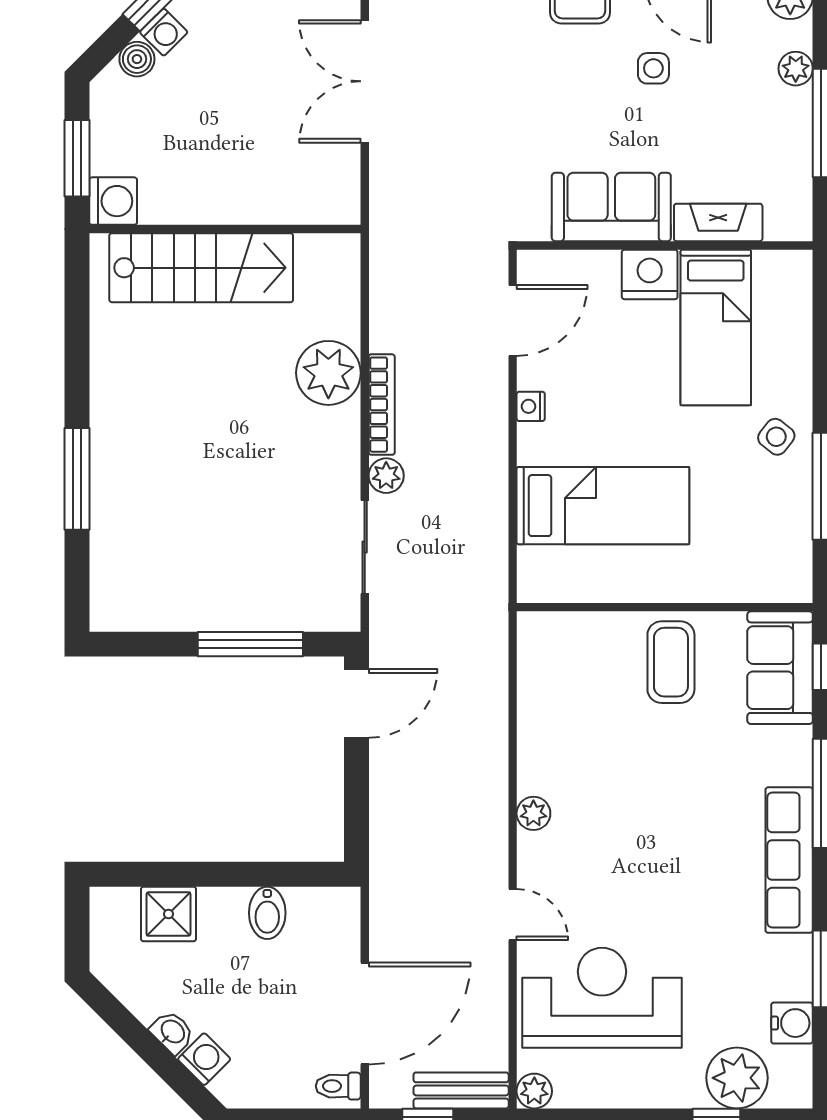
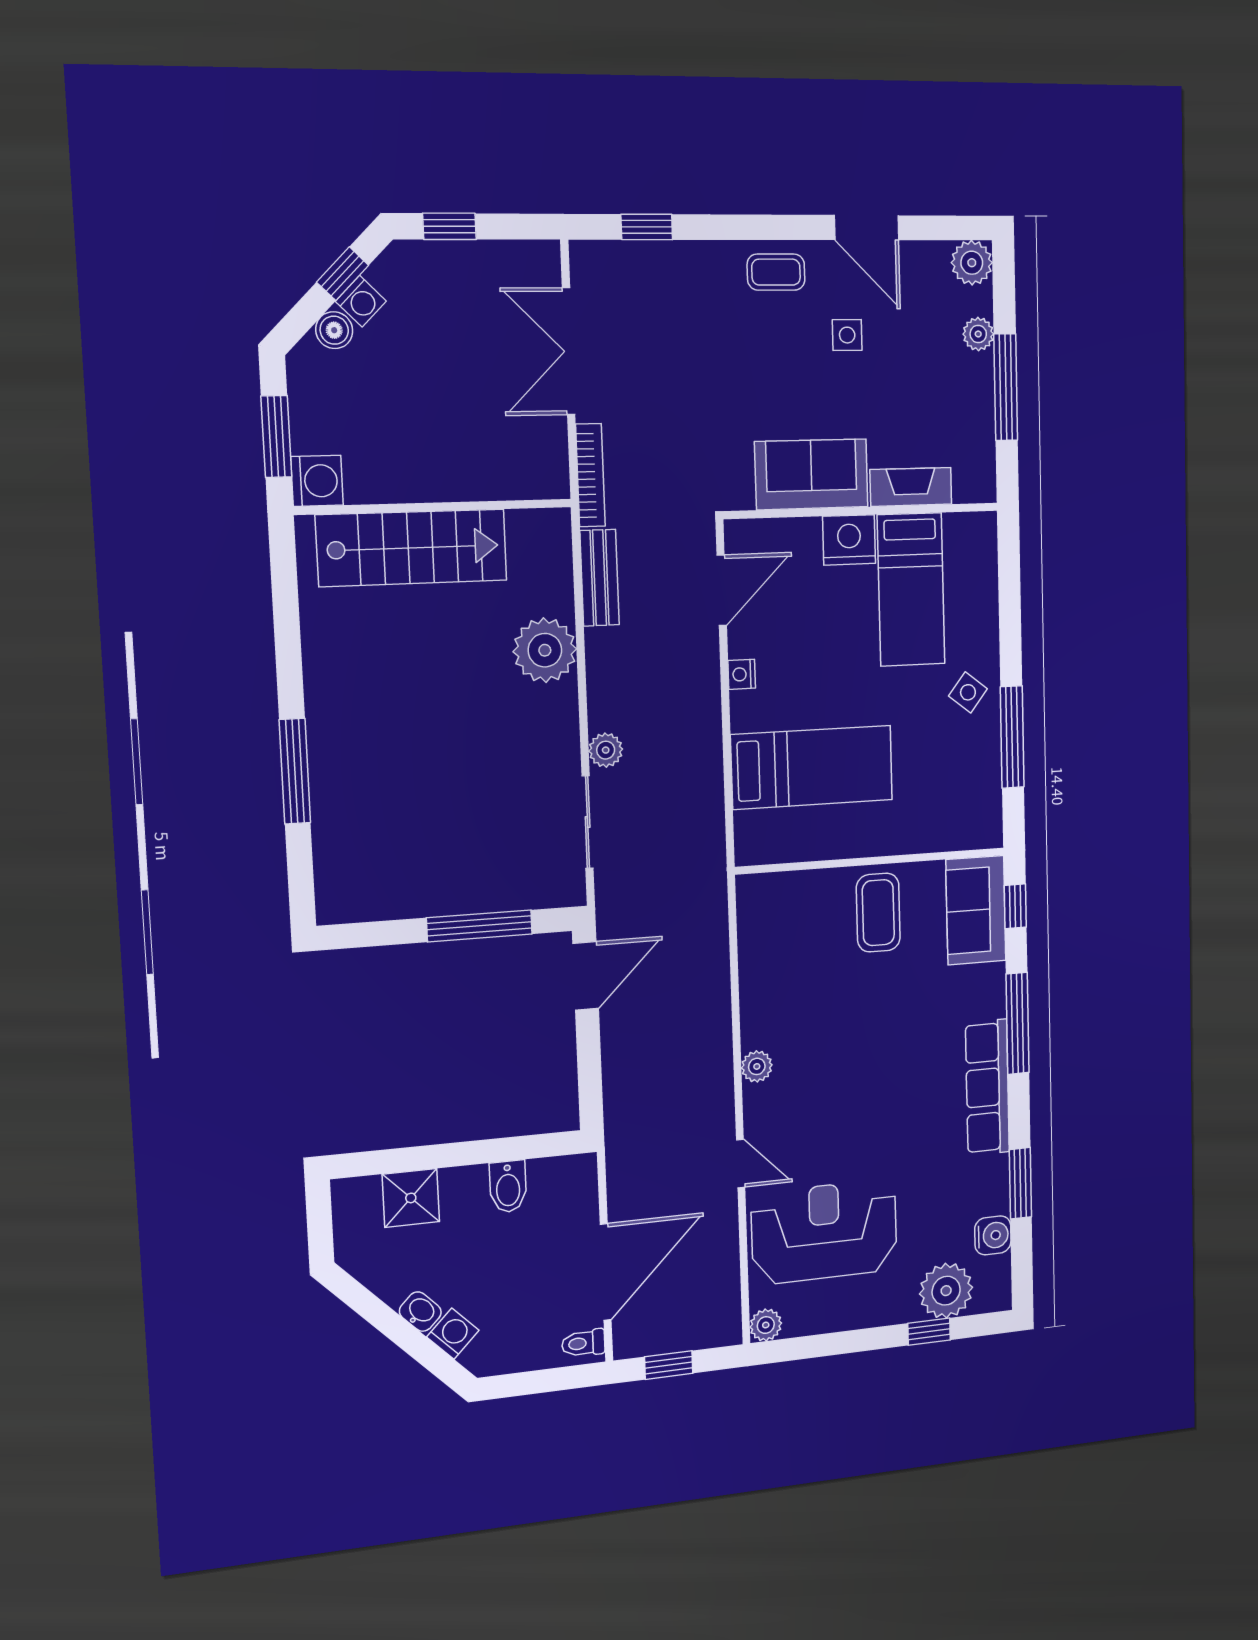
bookcase: (382, 405) -> (590, 475), moved
bench: (461, 1090) -> (600, 578), moved, turned 90

